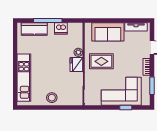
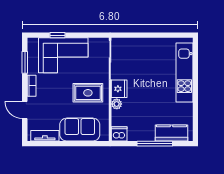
dishwasher: (61, 28) -> (119, 134), moved
stool: (52, 98) -> (150, 48), removed

